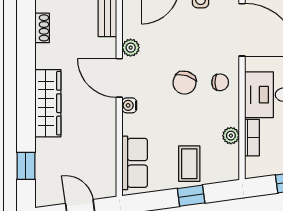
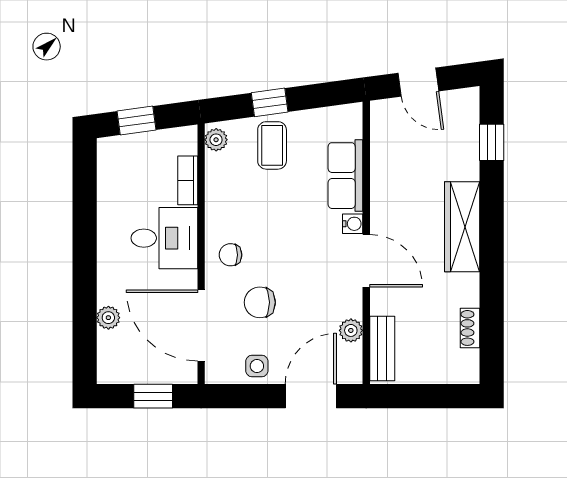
plant: (131, 48) -> (351, 330), moved
chair: (185, 83) -> (260, 302), moved, turned -107
plant: (231, 136) -> (216, 140), moved
row of seats: (135, 163) -> (345, 176), moved

